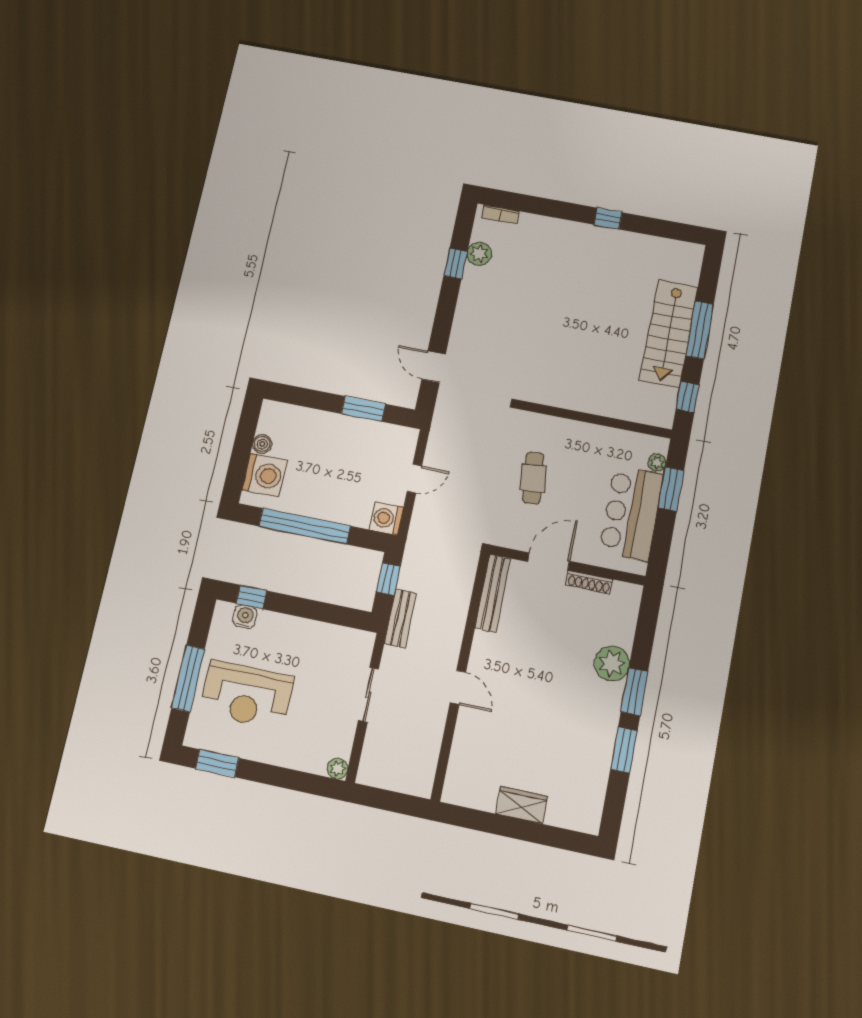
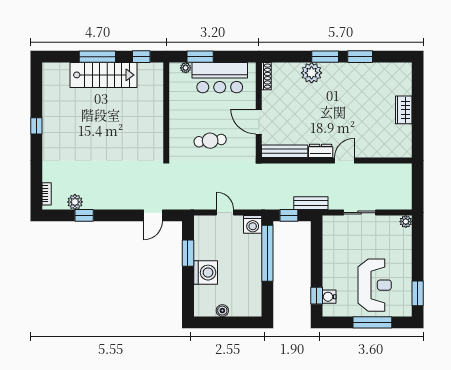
washing machine: (265, 475) -> (206, 273), moved, turned 90
window: (305, 526) -> (267, 253), moved
shoe rack: (589, 582) -> (266, 76), moved
dresser: (481, 652) -> (321, 151), added

